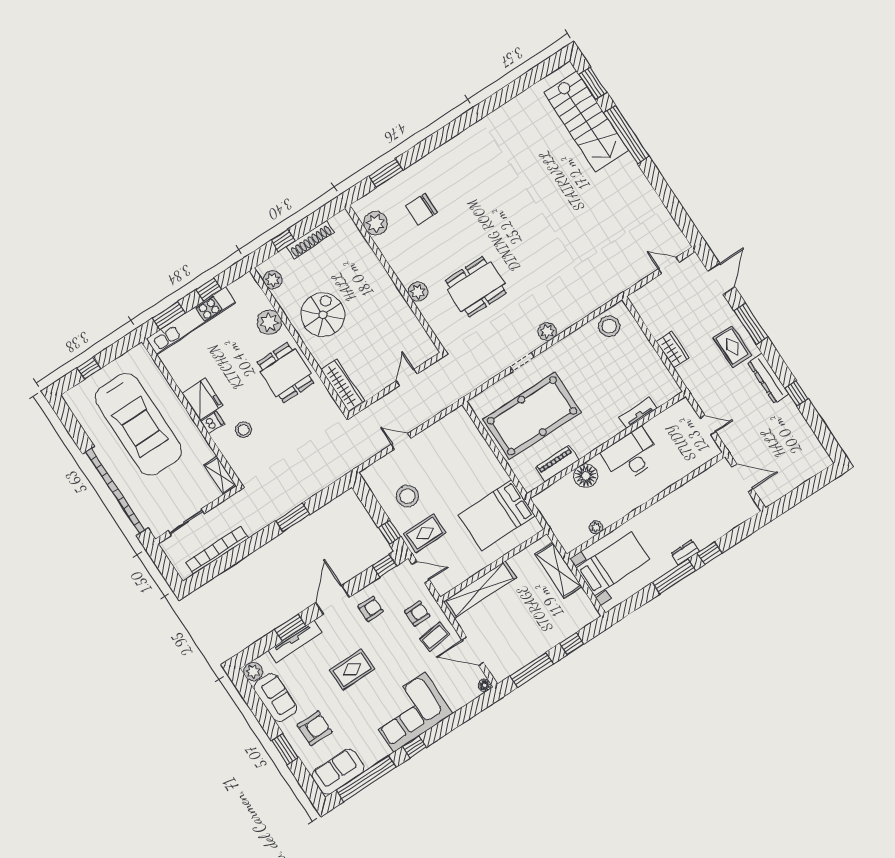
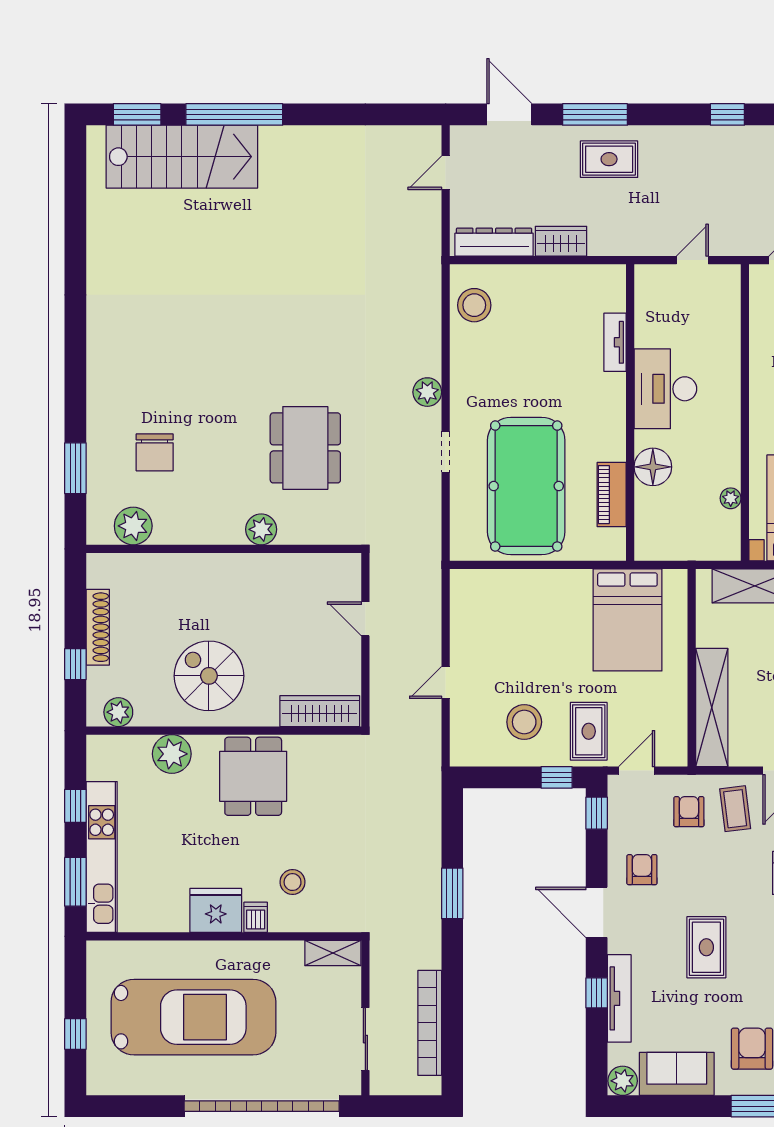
dining table: (286, 373) -> (253, 776), turned 90
dresser: (768, 378) -> (494, 242), moved, turned 180
window: (290, 628) -> (597, 993), width x0.67

